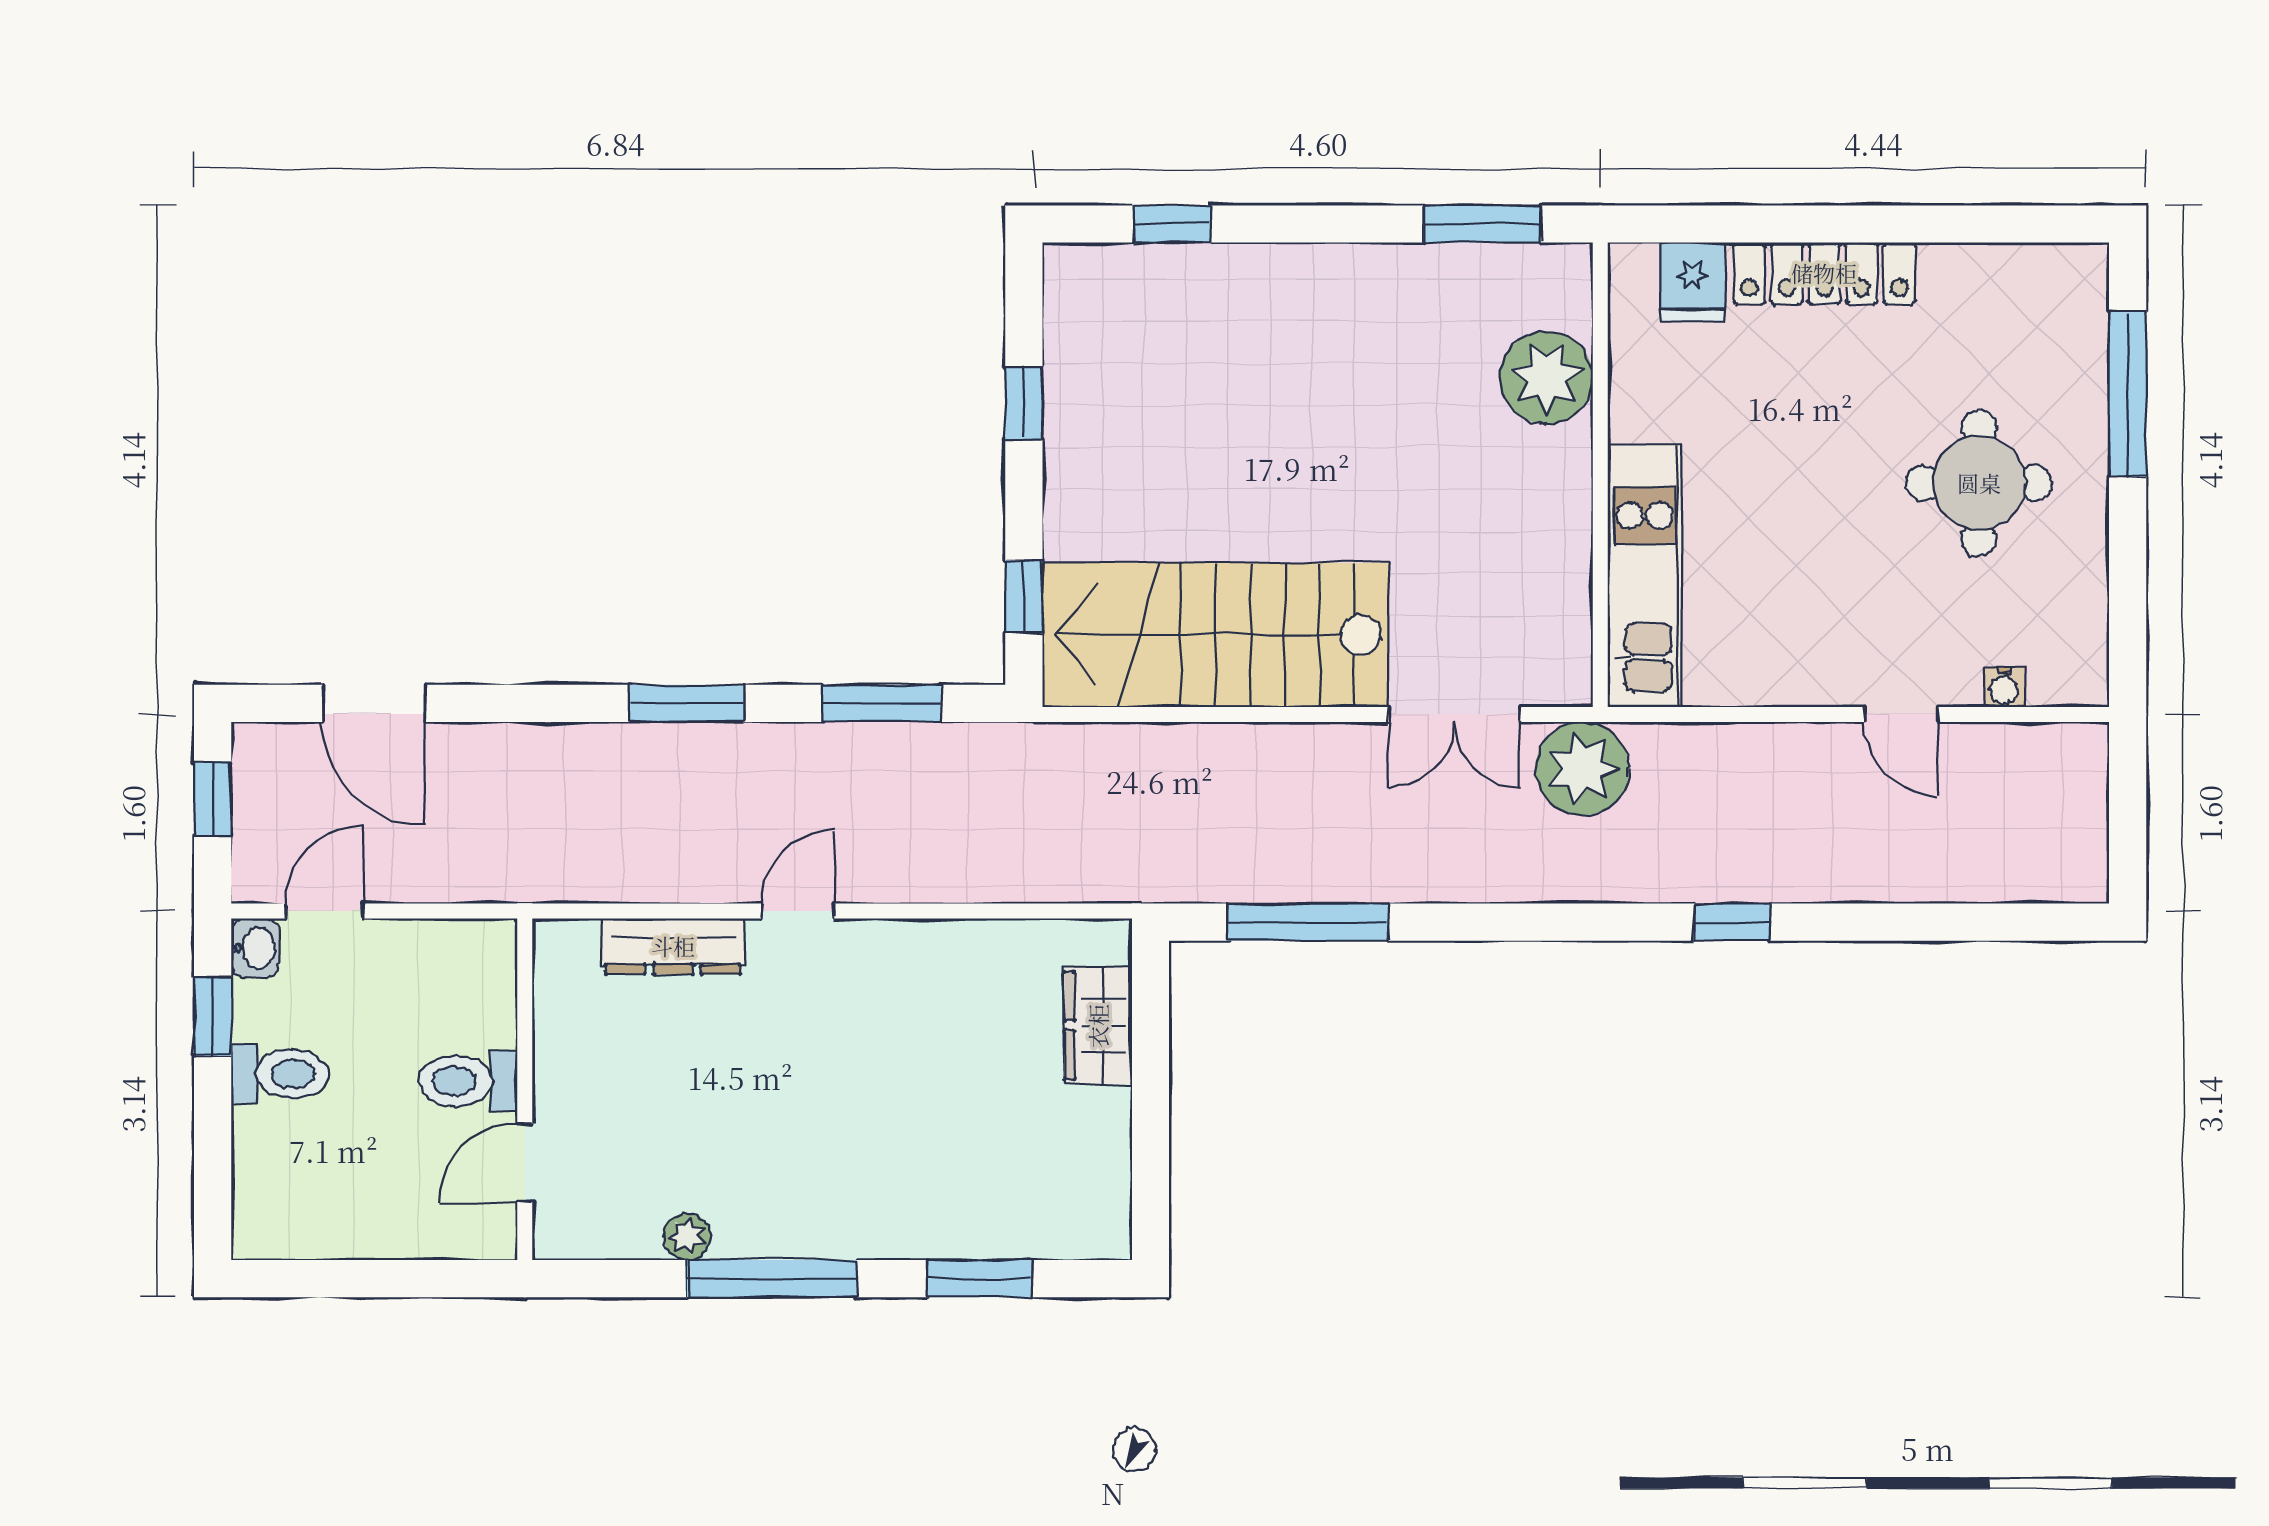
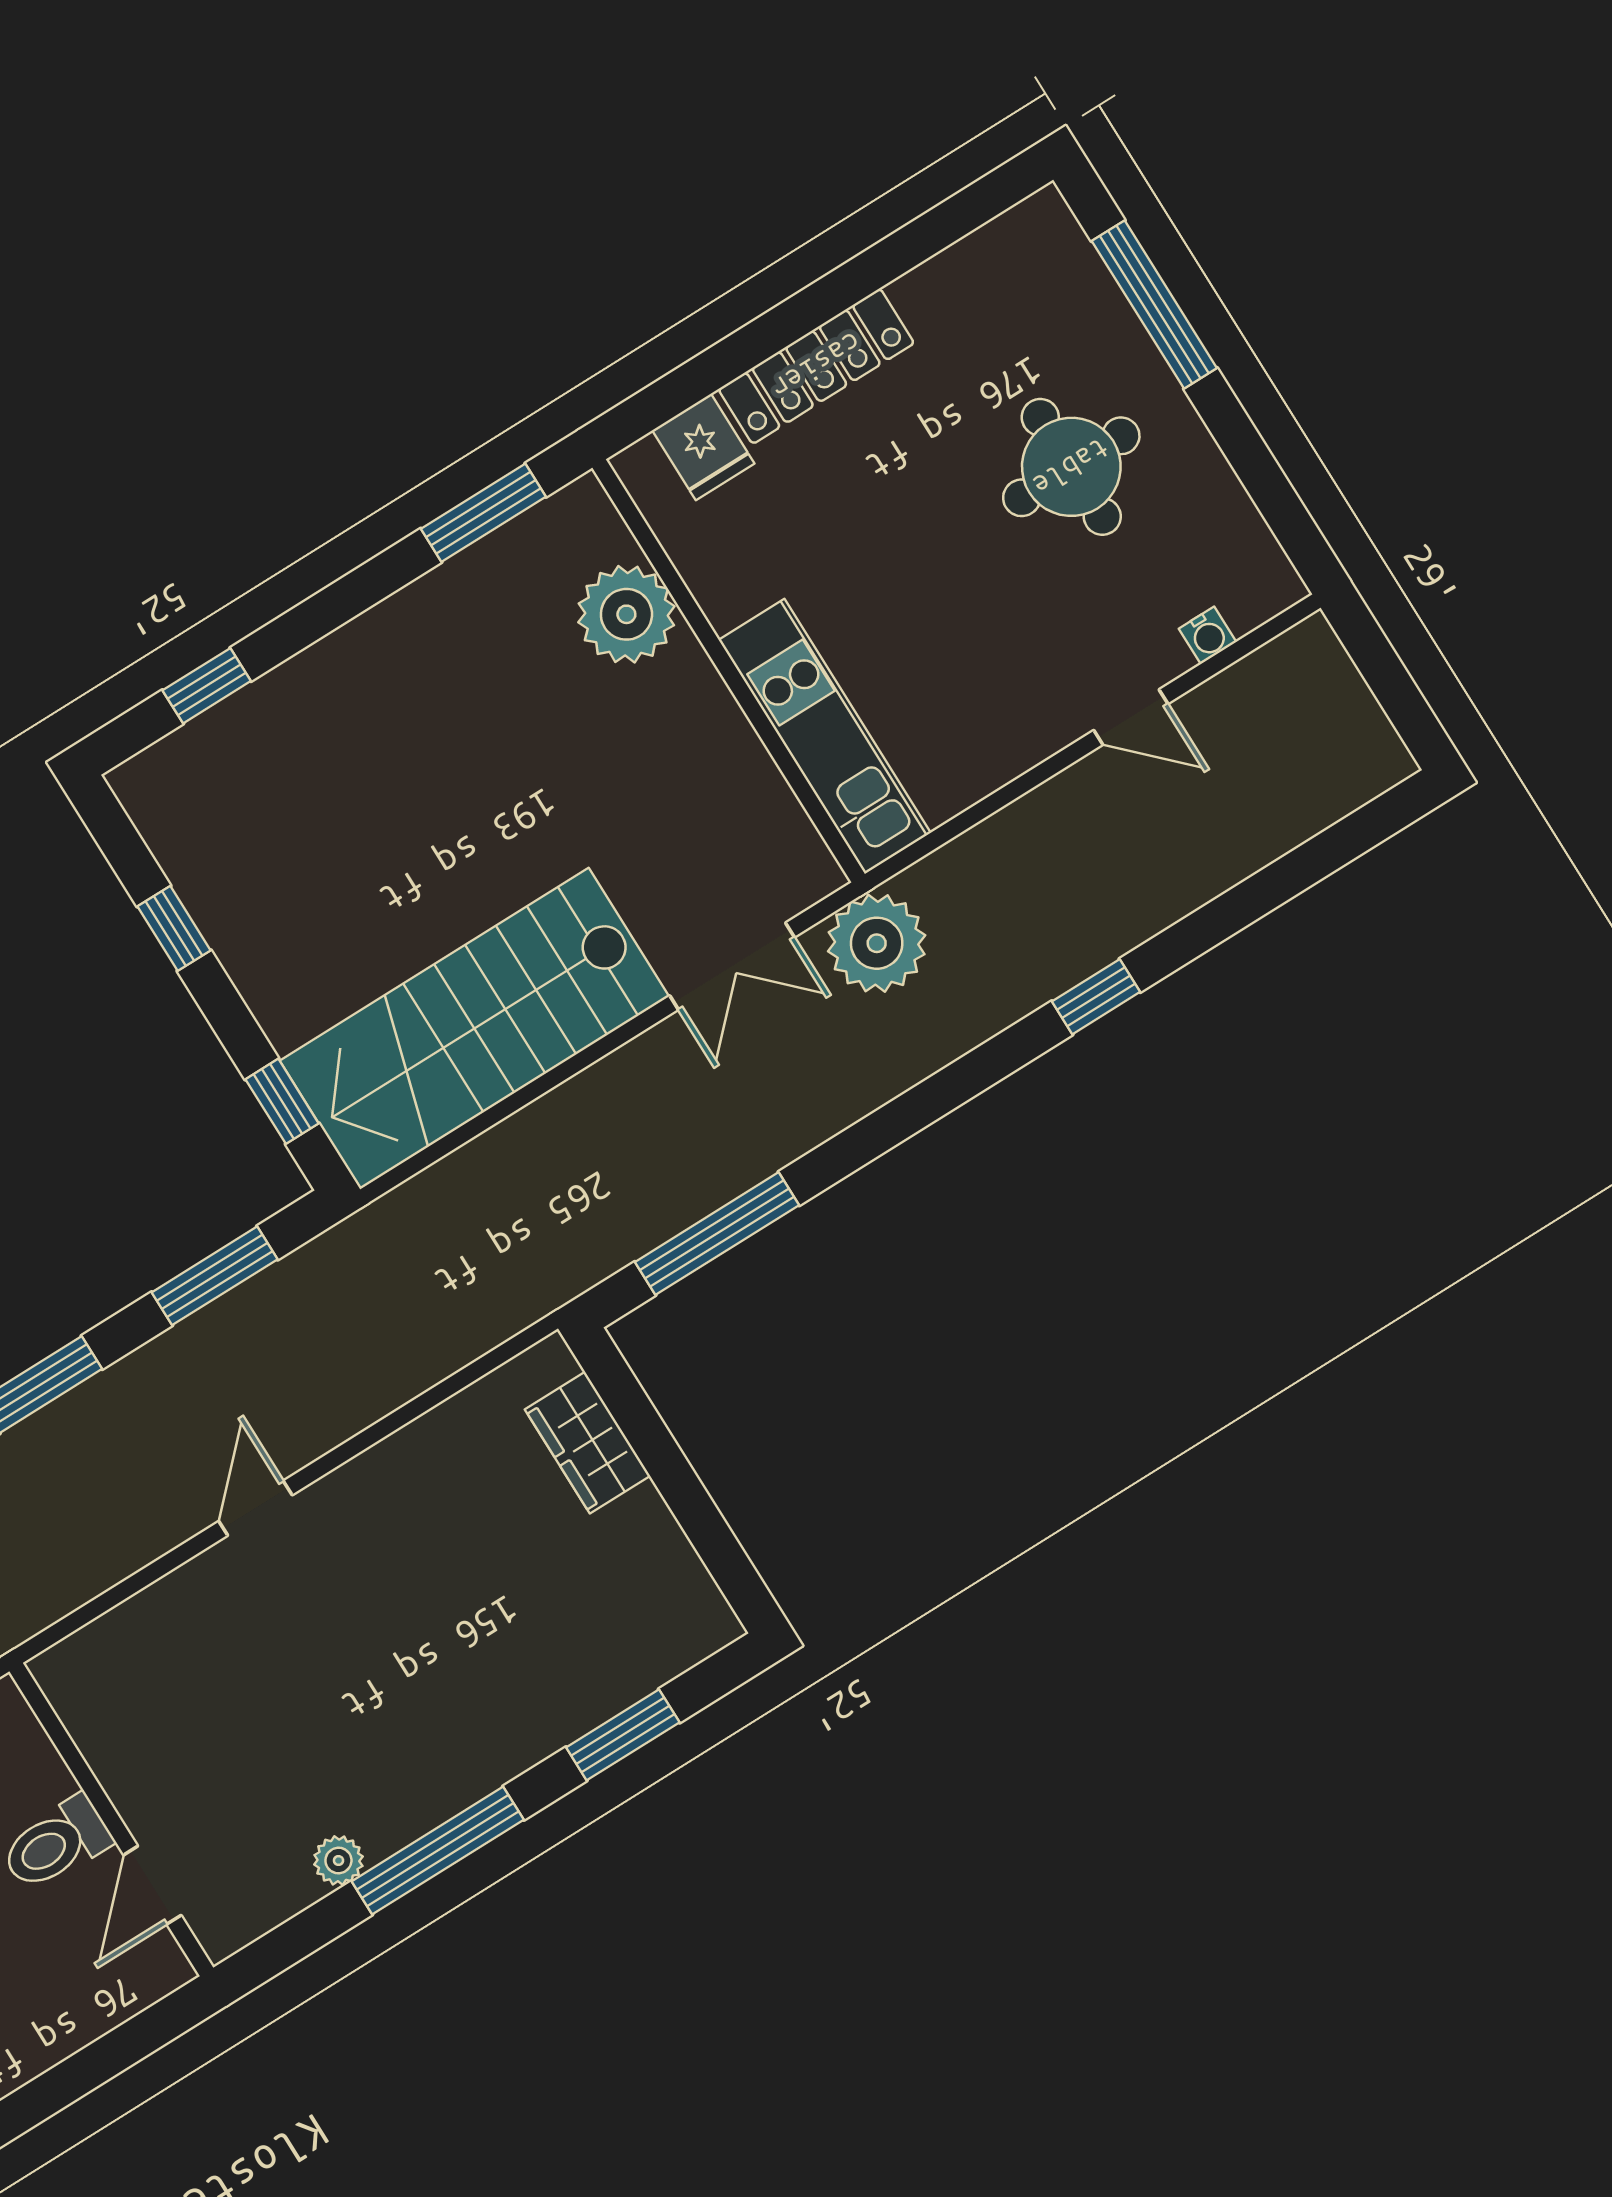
dresser: (673, 946) -> (164, 1609), removed

